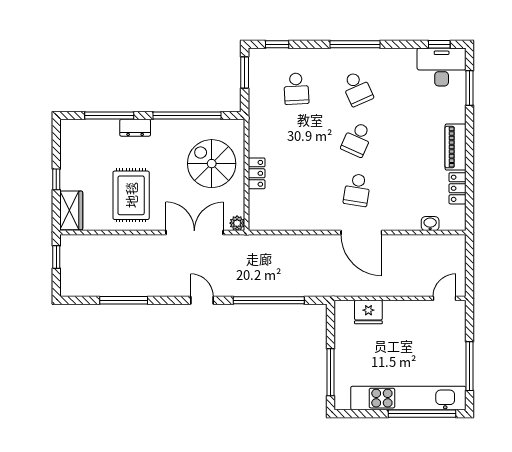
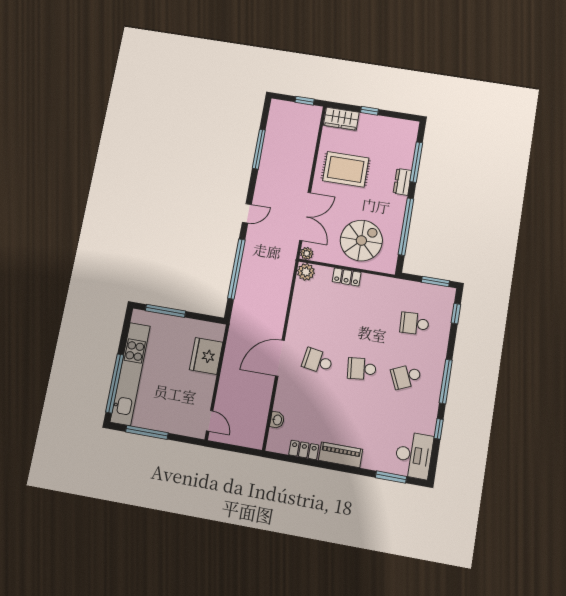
window: (439, 44) -> (439, 429), moved
school desk: (357, 139) -> (362, 369), turned -30
plant: (259, 220) -> (306, 272), added
fridge: (368, 312) -> (206, 356), width x1.36, depth x1.34

